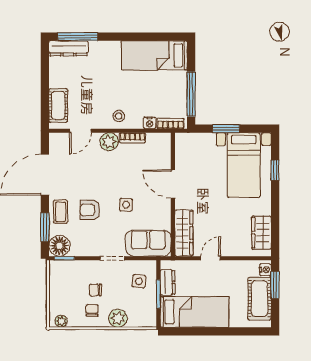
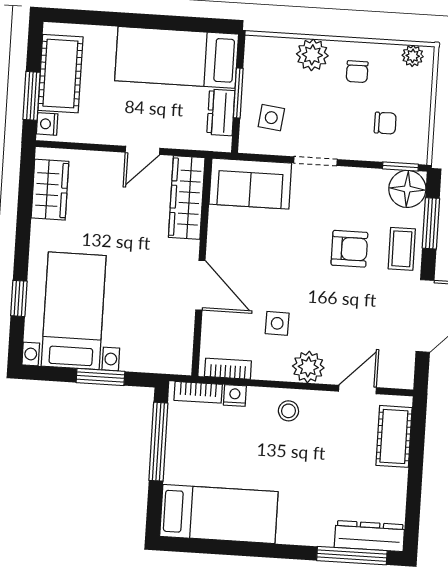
bookcase: (132, 138) -> (228, 369), moved
side table: (126, 205) -> (277, 323), moved
chair: (95, 290) -> (385, 123), moved

